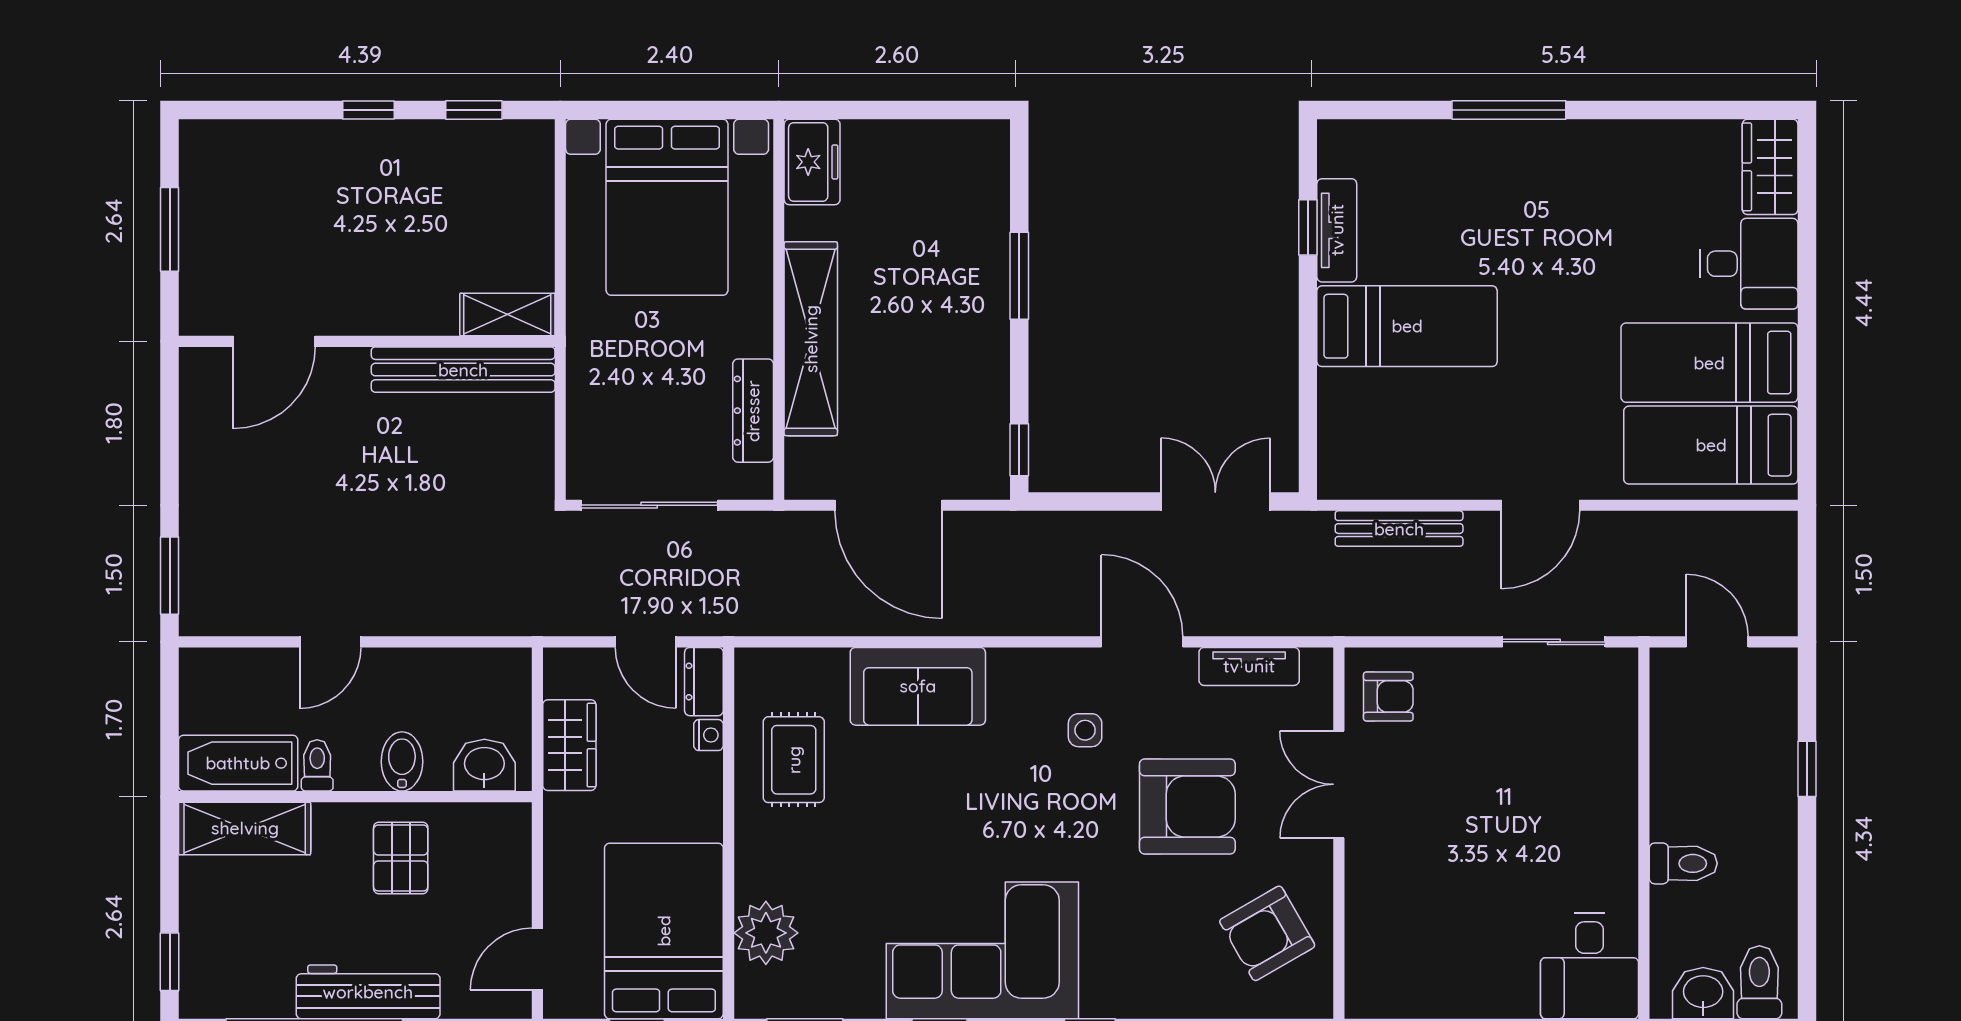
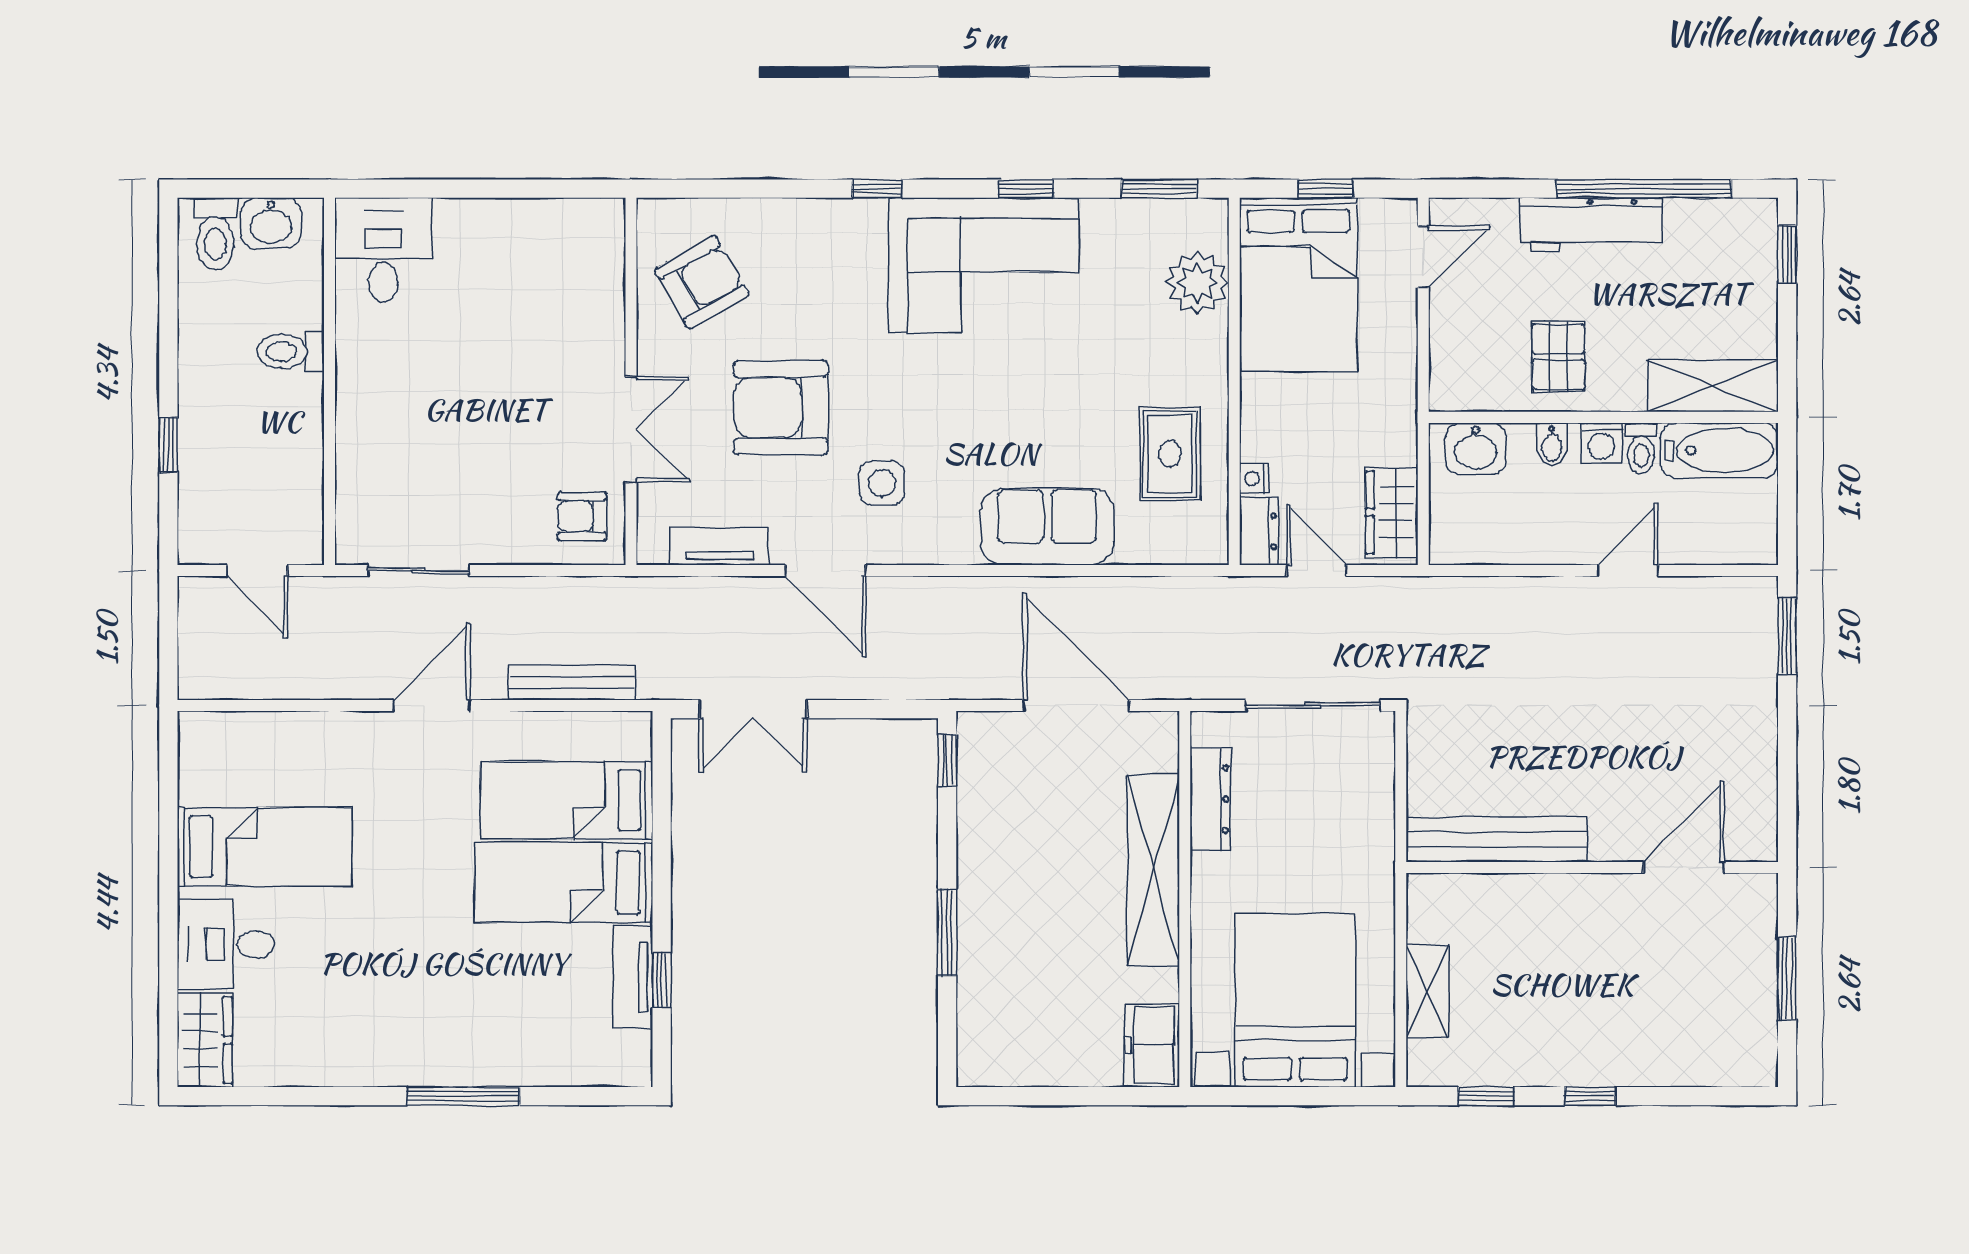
shelving: (507, 314) -> (1427, 992), moved, turned 90
bed: (1711, 445) -> (567, 800), moved, turned 180
side table: (1085, 730) -> (882, 483), width x1.37, depth x1.37
wardrobe: (569, 745) -> (1392, 512), moved
bidet: (402, 761) -> (1552, 444), width x0.72, depth x0.74
washing machine: (357, 771) -> (1602, 443), added

